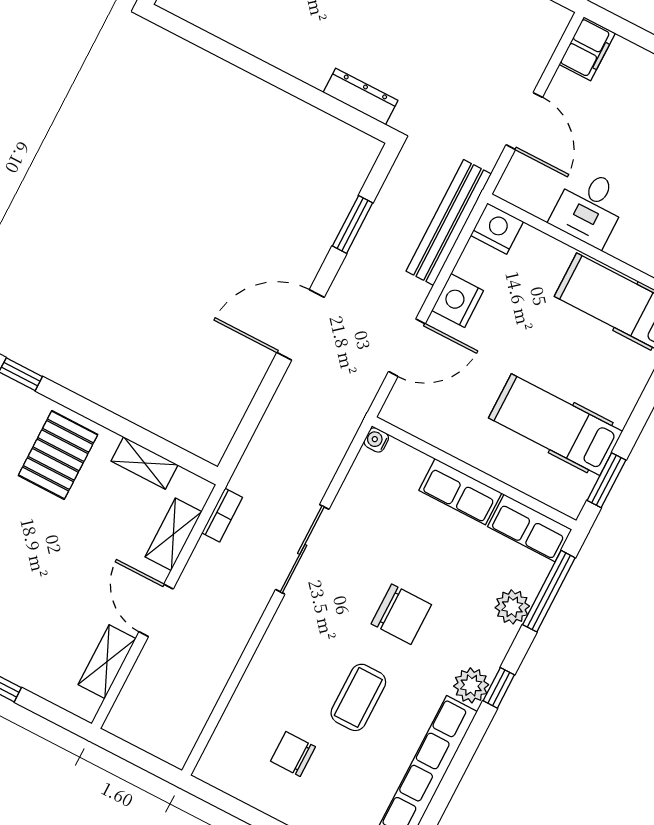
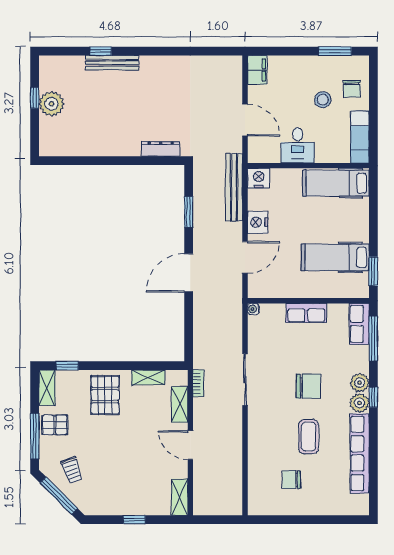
row of seats: (530, 528) -> (359, 324), moved, turned 90
plant: (512, 607) -> (360, 383), moved
shelving: (107, 662) -> (180, 497), moved

